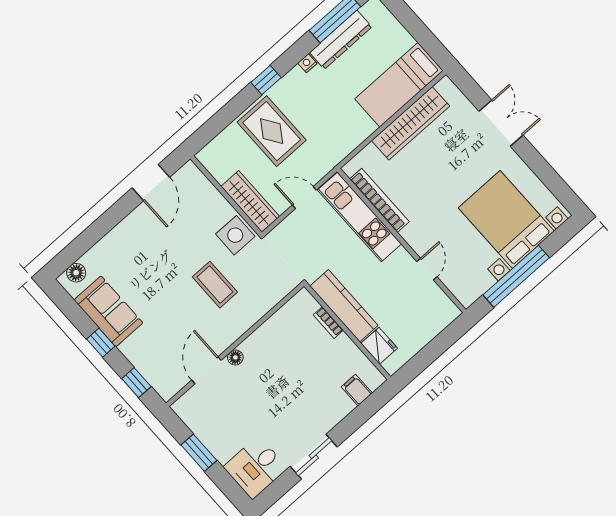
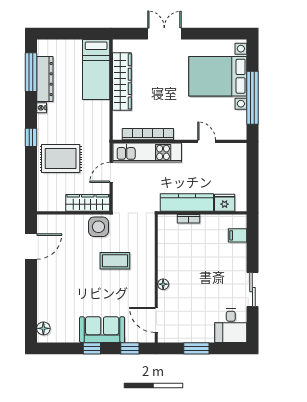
door: (151, 183) -> (31, 247), hinge flipped
sofa: (108, 311) -> (102, 330), moved
door: (206, 370) -> (156, 320), moved

